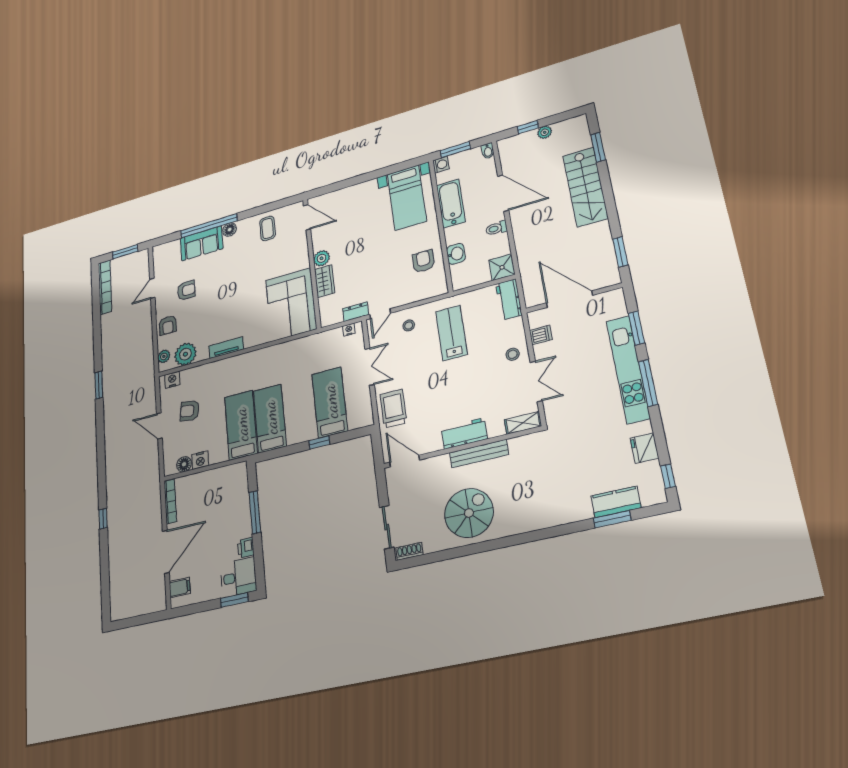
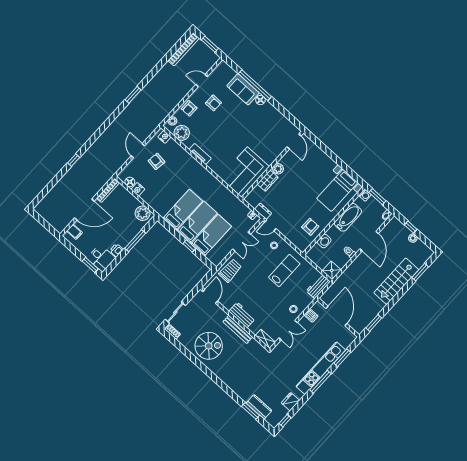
coffee table: (268, 228) -> (275, 123), removed
bed: (241, 425) -> (197, 222), moved
plant: (232, 476) -> (143, 213), added

